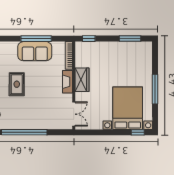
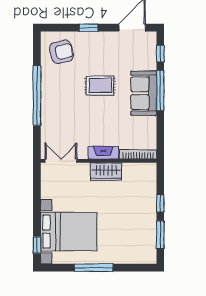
window: (36, 39) -> (160, 91), moved
window: (89, 39) -> (160, 203), moved
sofa: (35, 51) -> (144, 93), moved
double door: (74, 114) -> (61, 161), swing flipped

